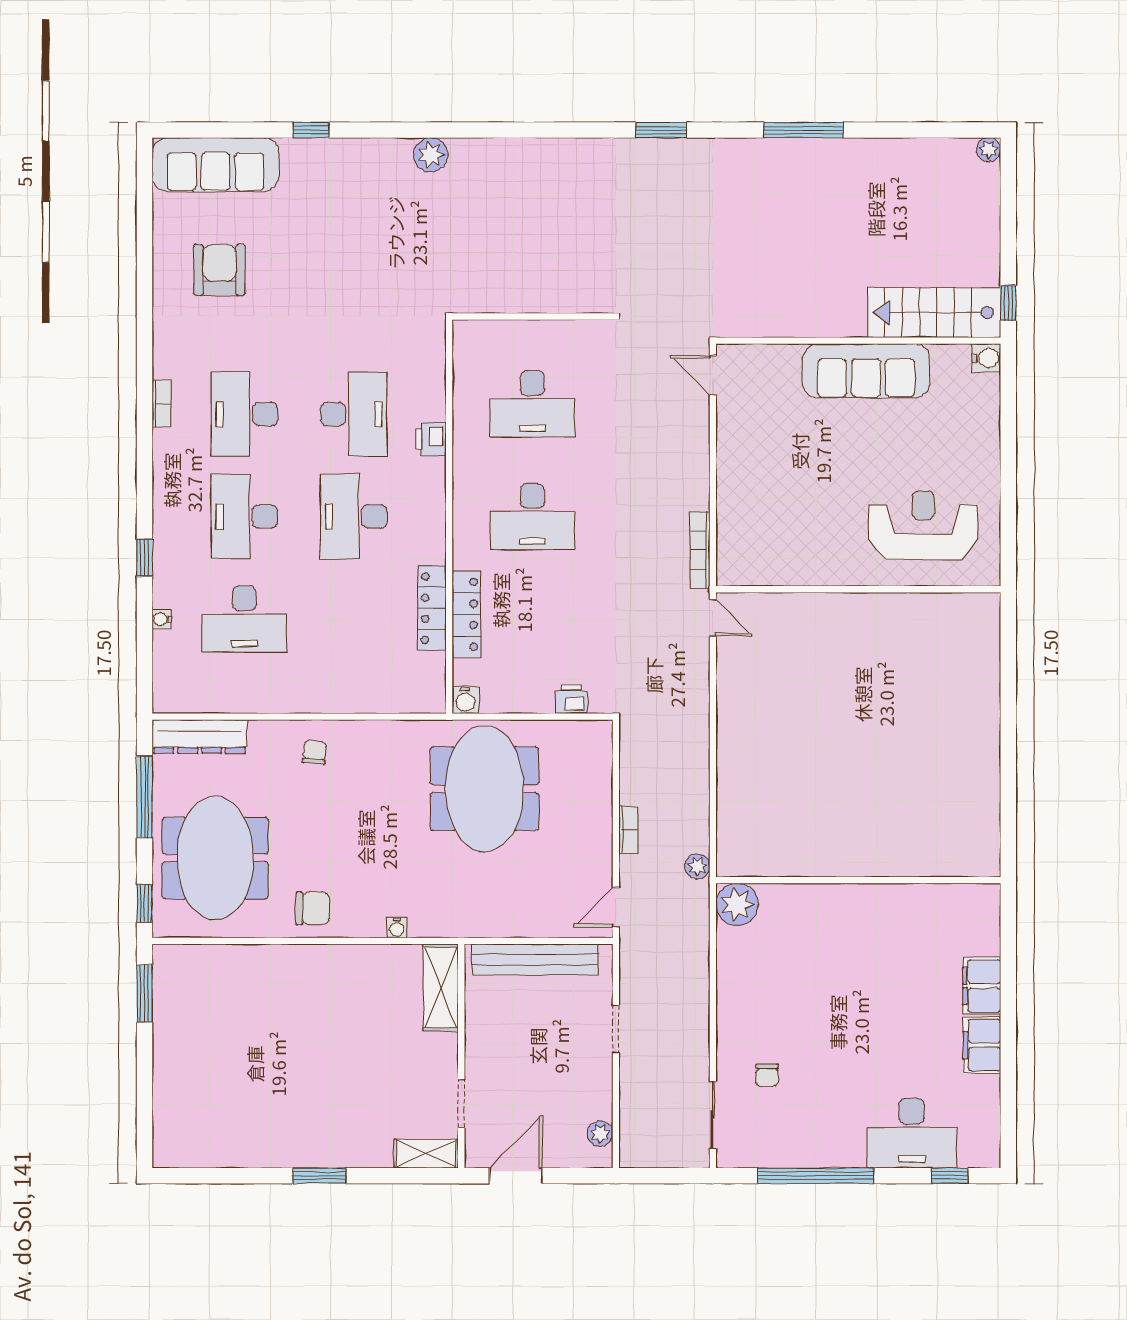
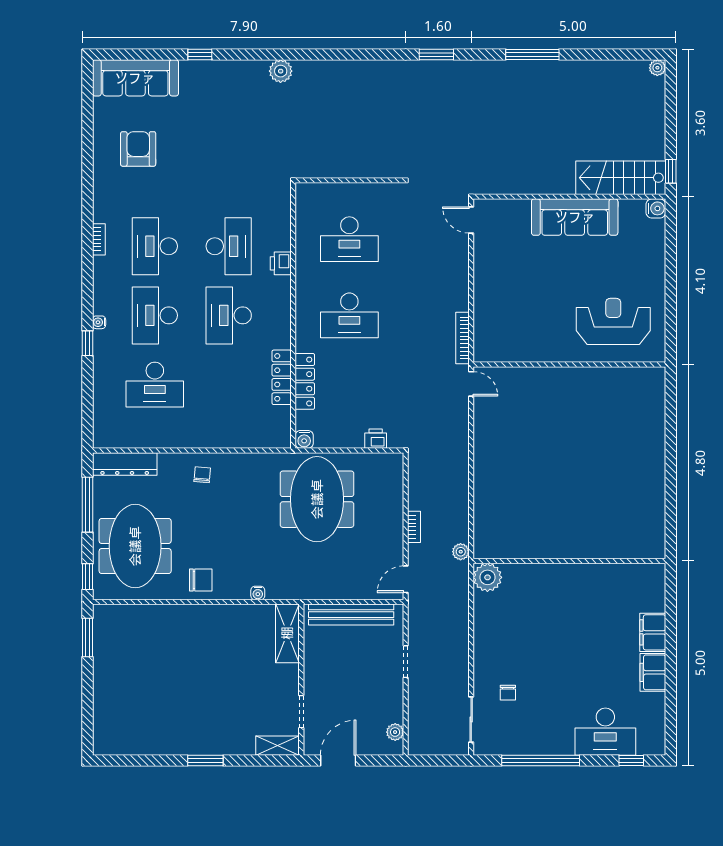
water cooler: (162, 619) -> (99, 322), moved

